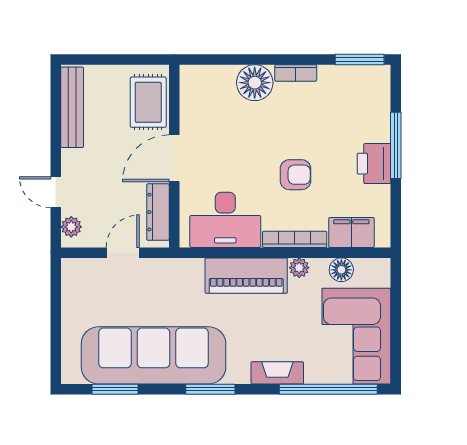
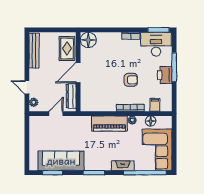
floor lamp: (255, 83) -> (88, 40), moved
desk: (225, 220) -> (156, 44), moved, turned 180
filing cabinet: (351, 232) -> (155, 105), width x0.50
sofa: (154, 355) -> (61, 161), width x0.74, depth x0.79

